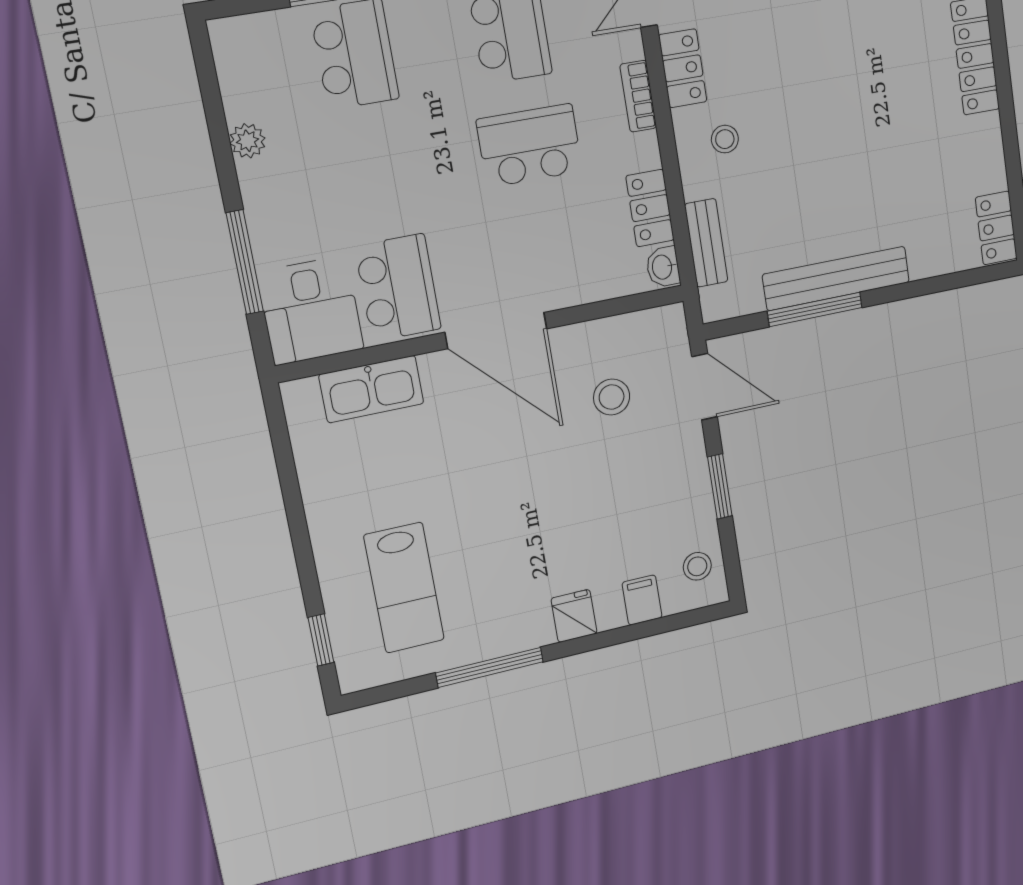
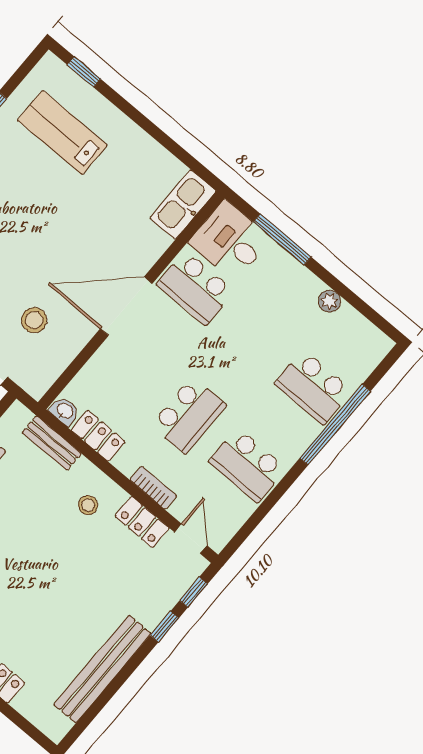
kitchen sink: (371, 389) -> (183, 205), moved

